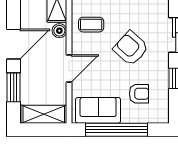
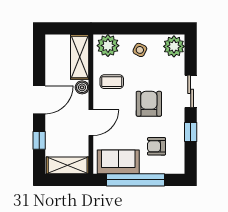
armchair: (131, 48) -> (149, 104), turned 48
window: (14, 87) -> (39, 140), width x0.67
armchair: (139, 94) -> (156, 146), turned 180

